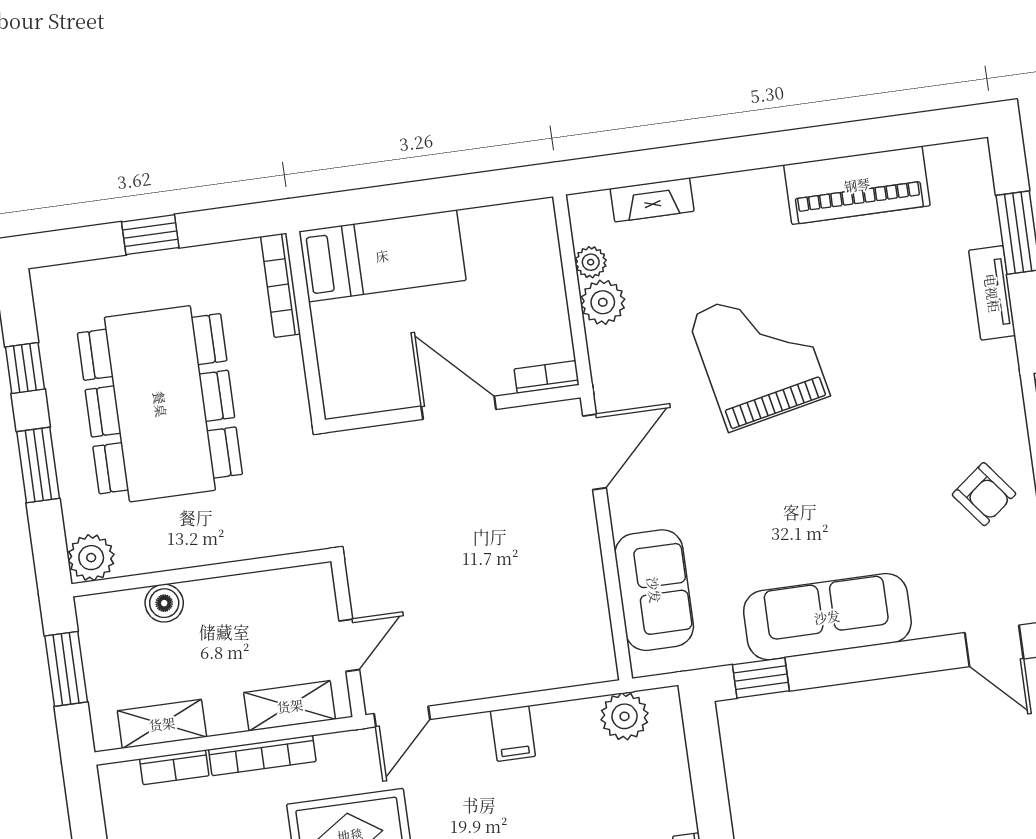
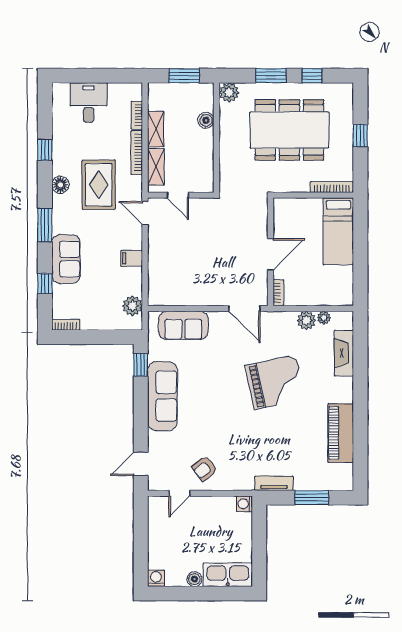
fireplace: (652, 200) -> (344, 353), width x1.37, depth x1.32
tv unit: (992, 293) -> (274, 483), moved
shelving: (162, 724) -> (156, 129), moved

